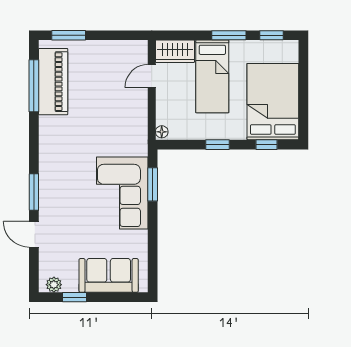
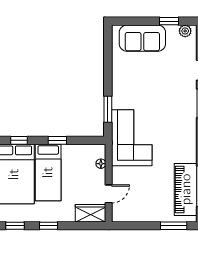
window: (229, 35) -> (48, 226), width x0.67
bed: (212, 76) -> (48, 172), moved, turned 180
floor lamp: (162, 132) -> (101, 164), moved
corner sofa: (122, 193) -> (132, 138), moved

